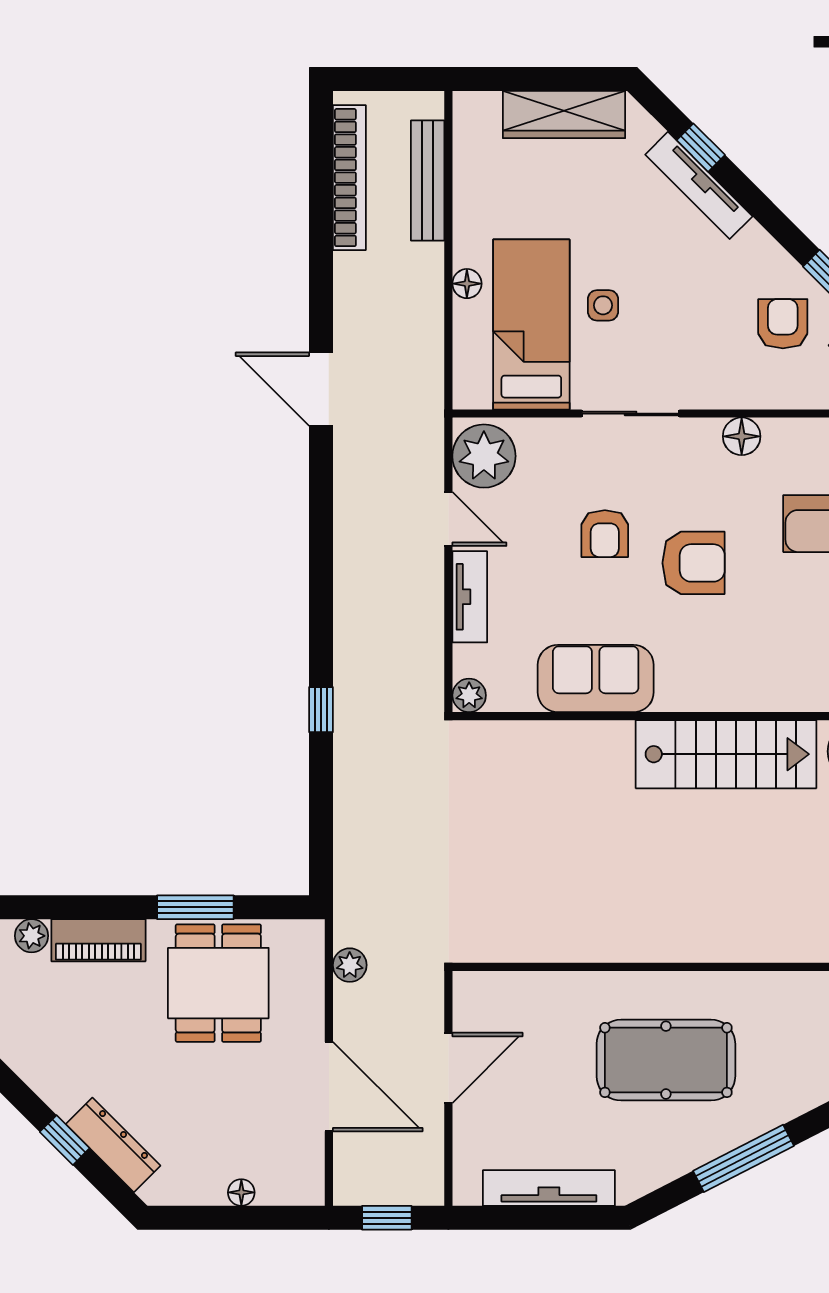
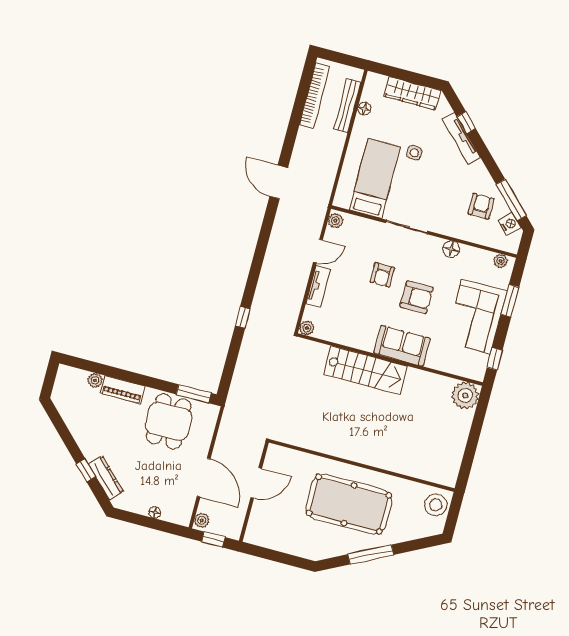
floor lamp: (467, 284) -> (364, 109), moved
side table: (603, 305) -> (414, 153), moved
plant: (484, 456) -> (335, 221), width x0.53, depth x0.53
door: (448, 519) -> (318, 251), hinge flipped
sofa: (596, 679) -> (402, 346), moved
stairs: (726, 754) -> (366, 370), moved
window: (195, 907) -> (194, 394), moved
plant: (350, 965) -> (202, 520), moved
pool table: (666, 1060) -> (349, 504), width x1.36, depth x1.32
tv unit: (549, 1188) -> (285, 545), removed

